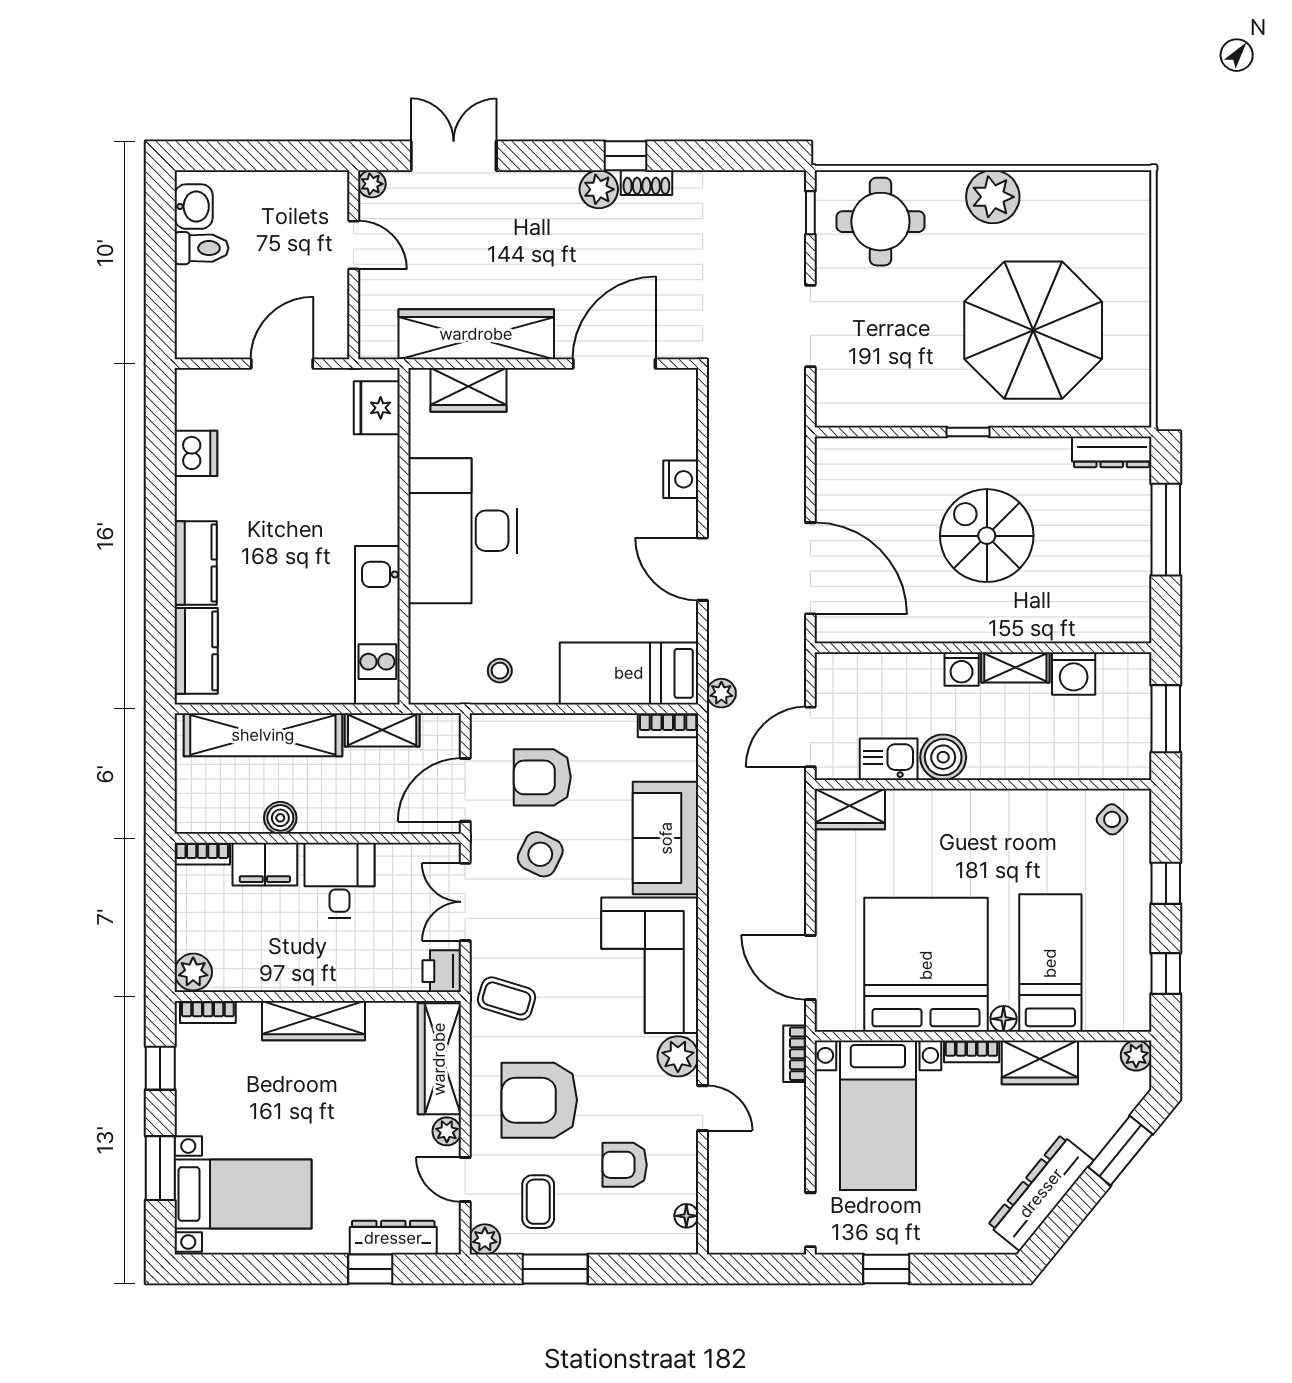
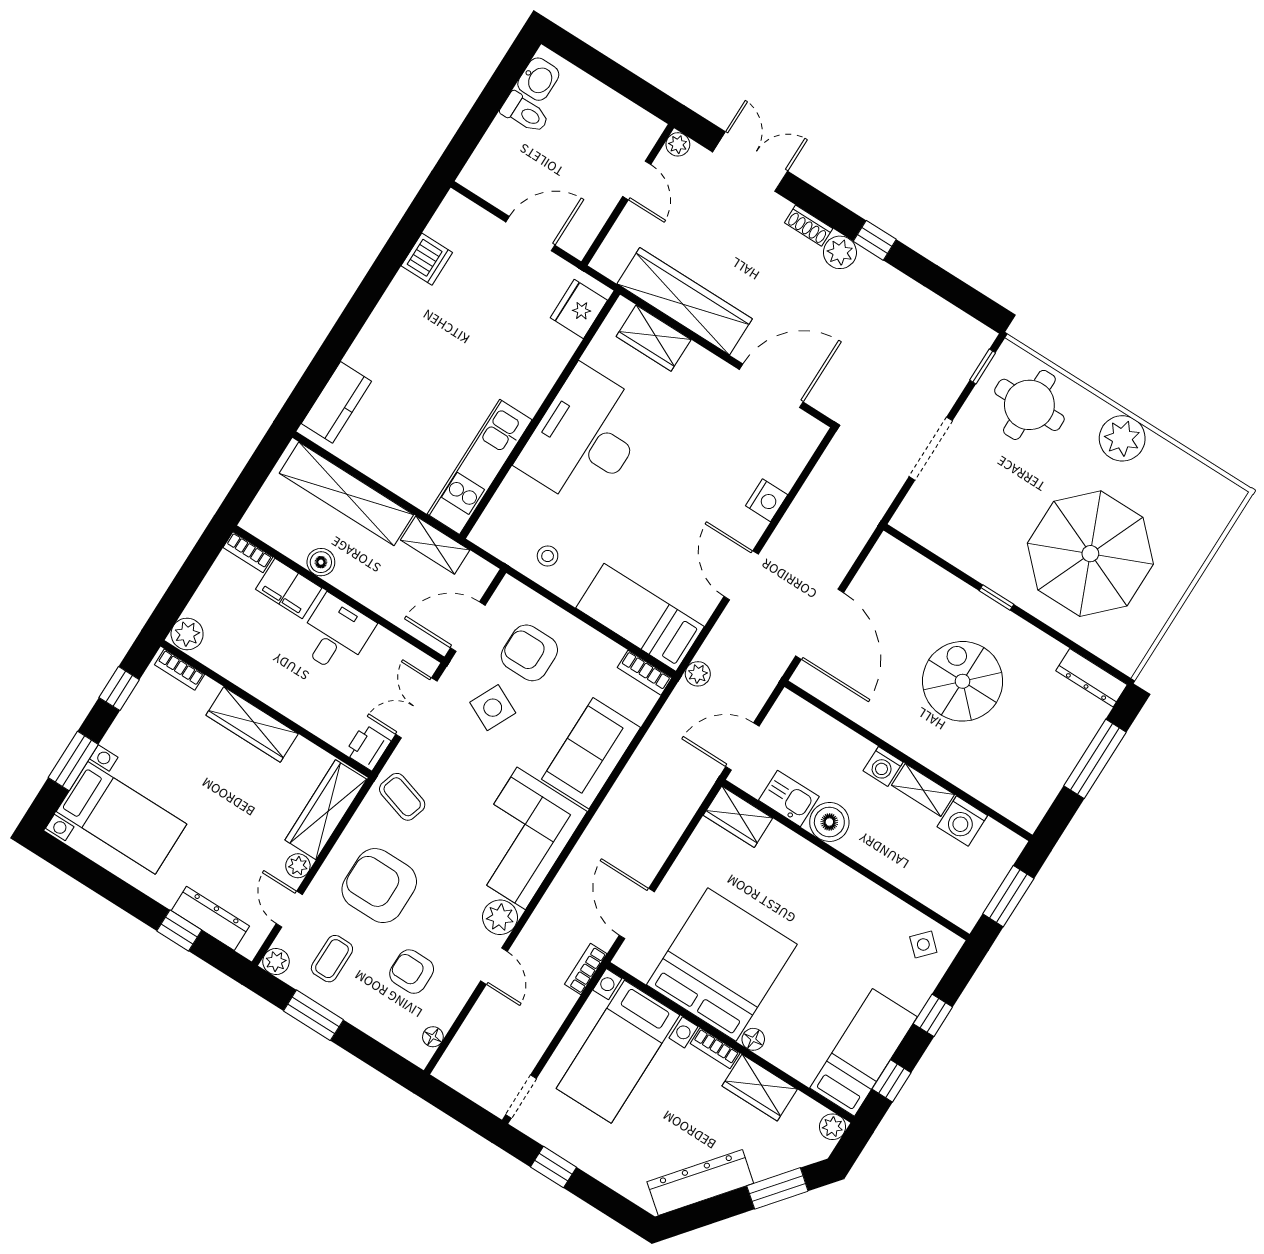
shoe rack: (646, 183) -> (809, 226), moved
kitchen counter: (196, 563) -> (376, 339), removed
bed: (1050, 963) -> (864, 1052), moved

